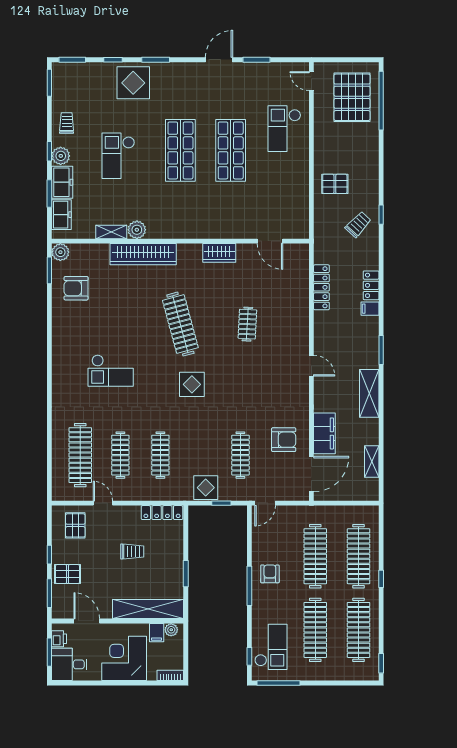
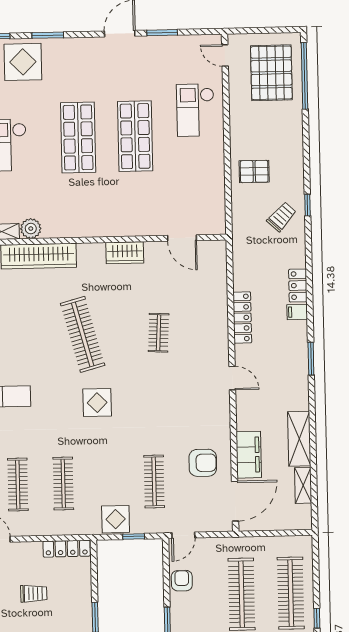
locker: (321, 287) -> (242, 317), moved
shelving: (369, 393) -> (299, 439), moved
armchair: (270, 574) -> (182, 581), moved

